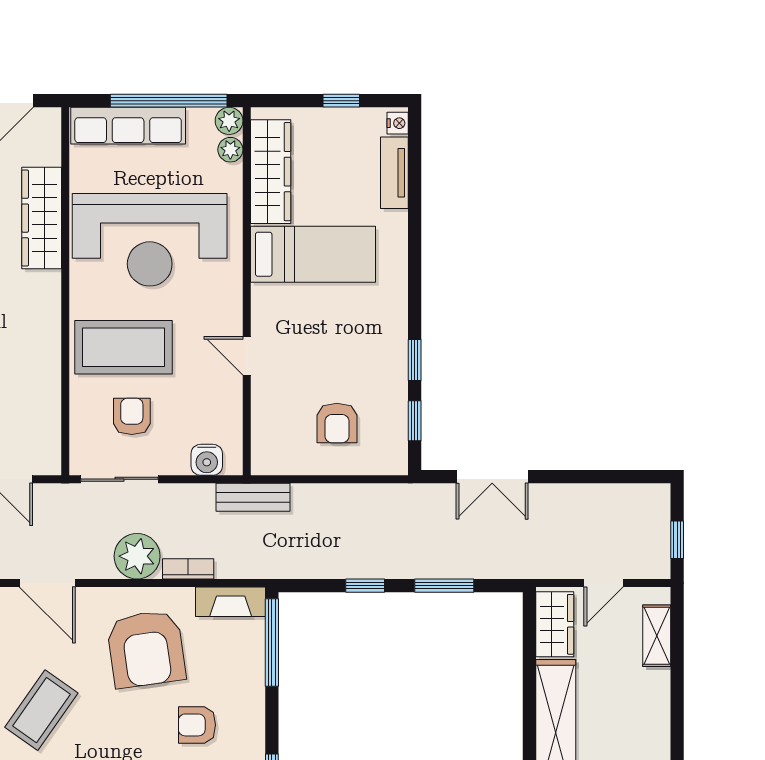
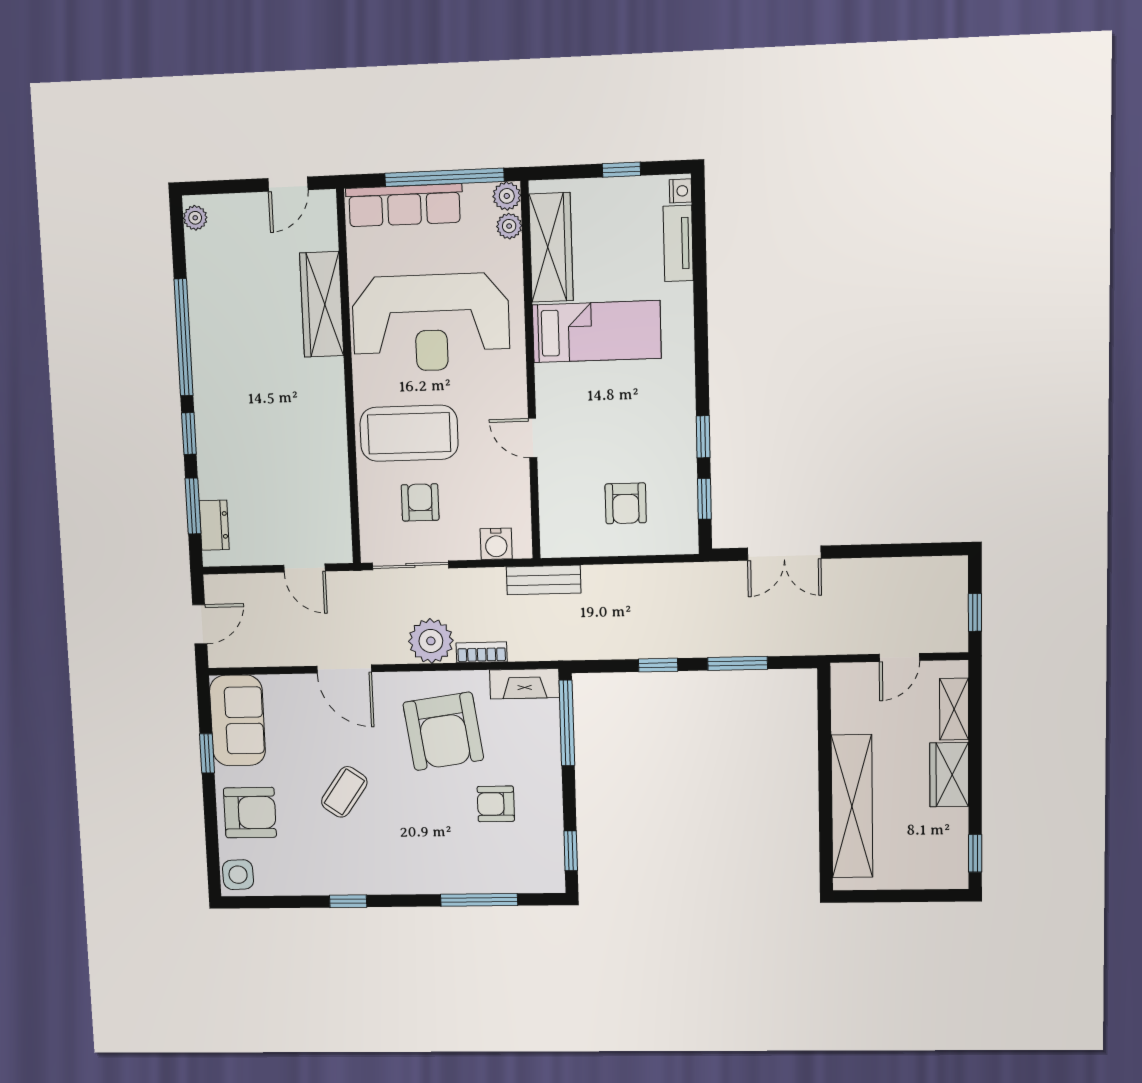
wardrobe: (555, 624) -> (949, 775), moved, turned 180
coffee table: (41, 710) -> (344, 792), width x0.73, depth x0.77

